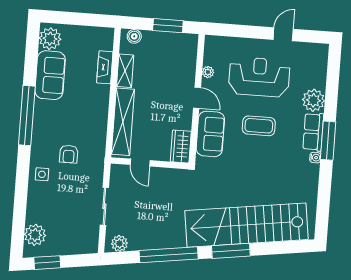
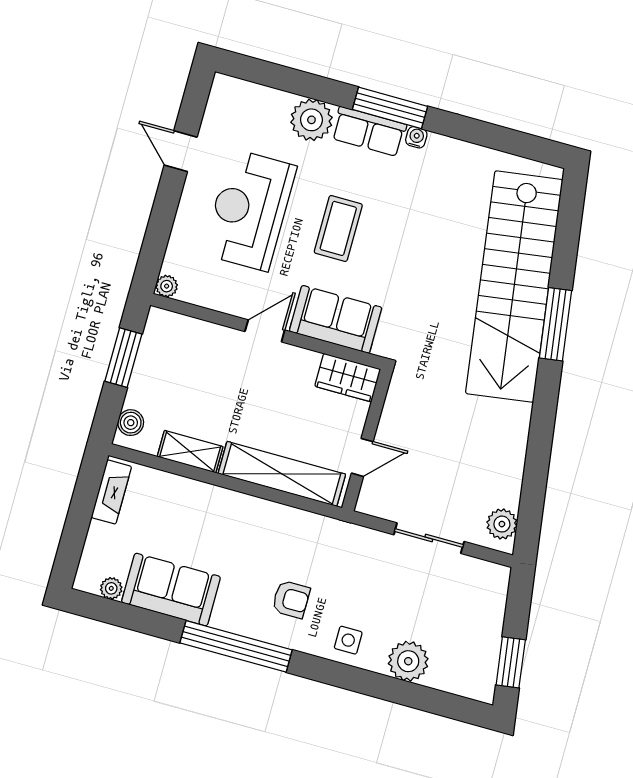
plant: (50, 39) -> (111, 588), width x0.53, depth x0.53
fireplace: (105, 67) -> (111, 492), moved, turned -90
plant: (208, 72) -> (167, 286), moved
armchair: (69, 154) -> (291, 599), moved
plant: (35, 235) -> (408, 661), moved
window: (169, 255) -> (540, 439), removed

